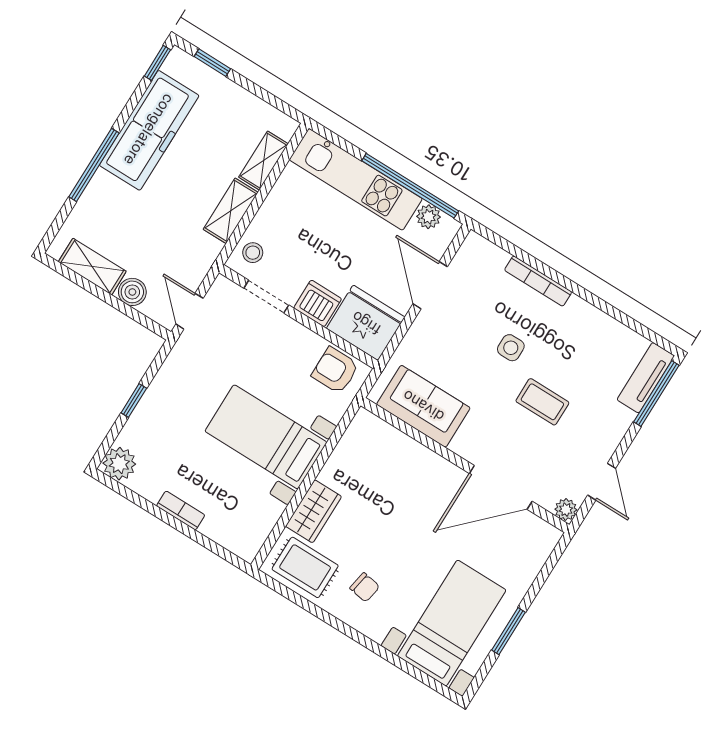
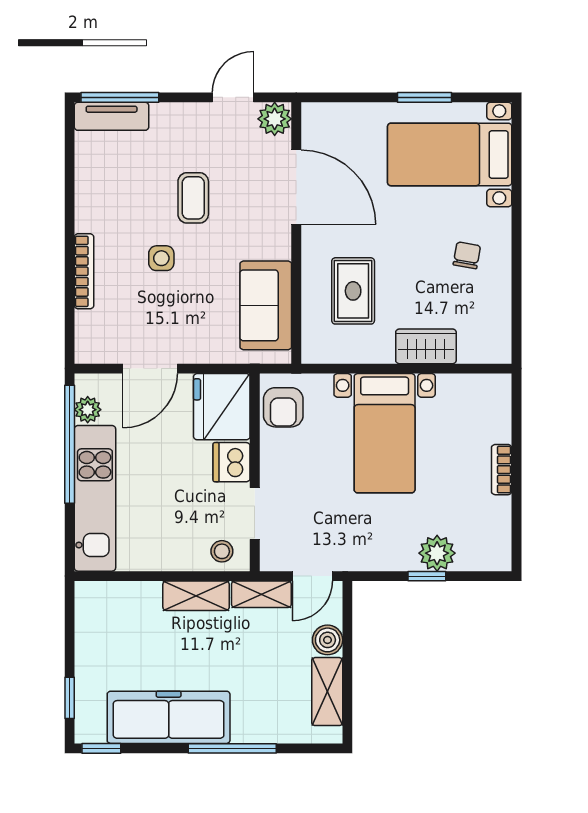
shelving: (264, 161) -> (261, 594), moved
plant: (119, 464) -> (437, 553), moved
plant: (566, 510) -> (275, 119), width x1.38, depth x1.38
rug: (305, 567) -> (353, 291), moved

